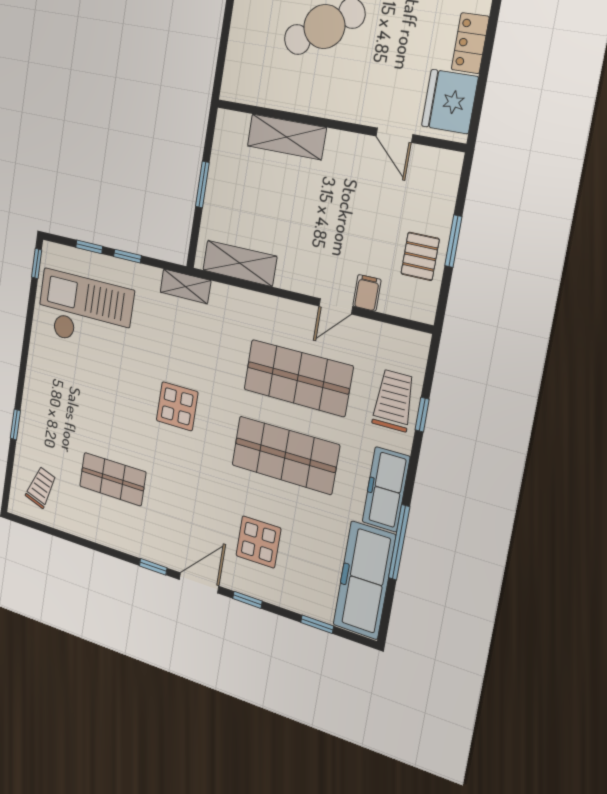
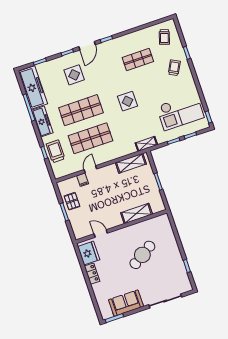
trolley: (394, 401) -> (55, 151), turned 180
trolley: (52, 411) -> (174, 68), added

